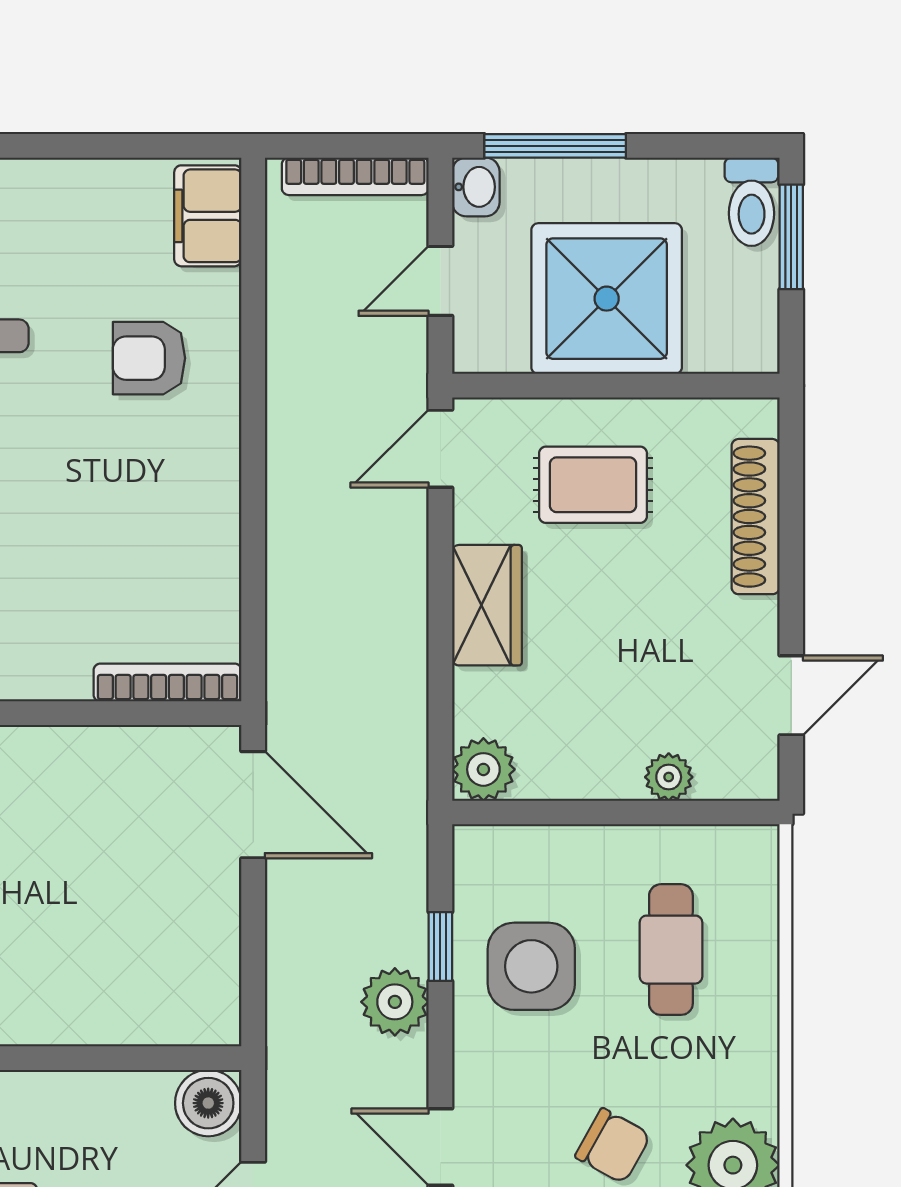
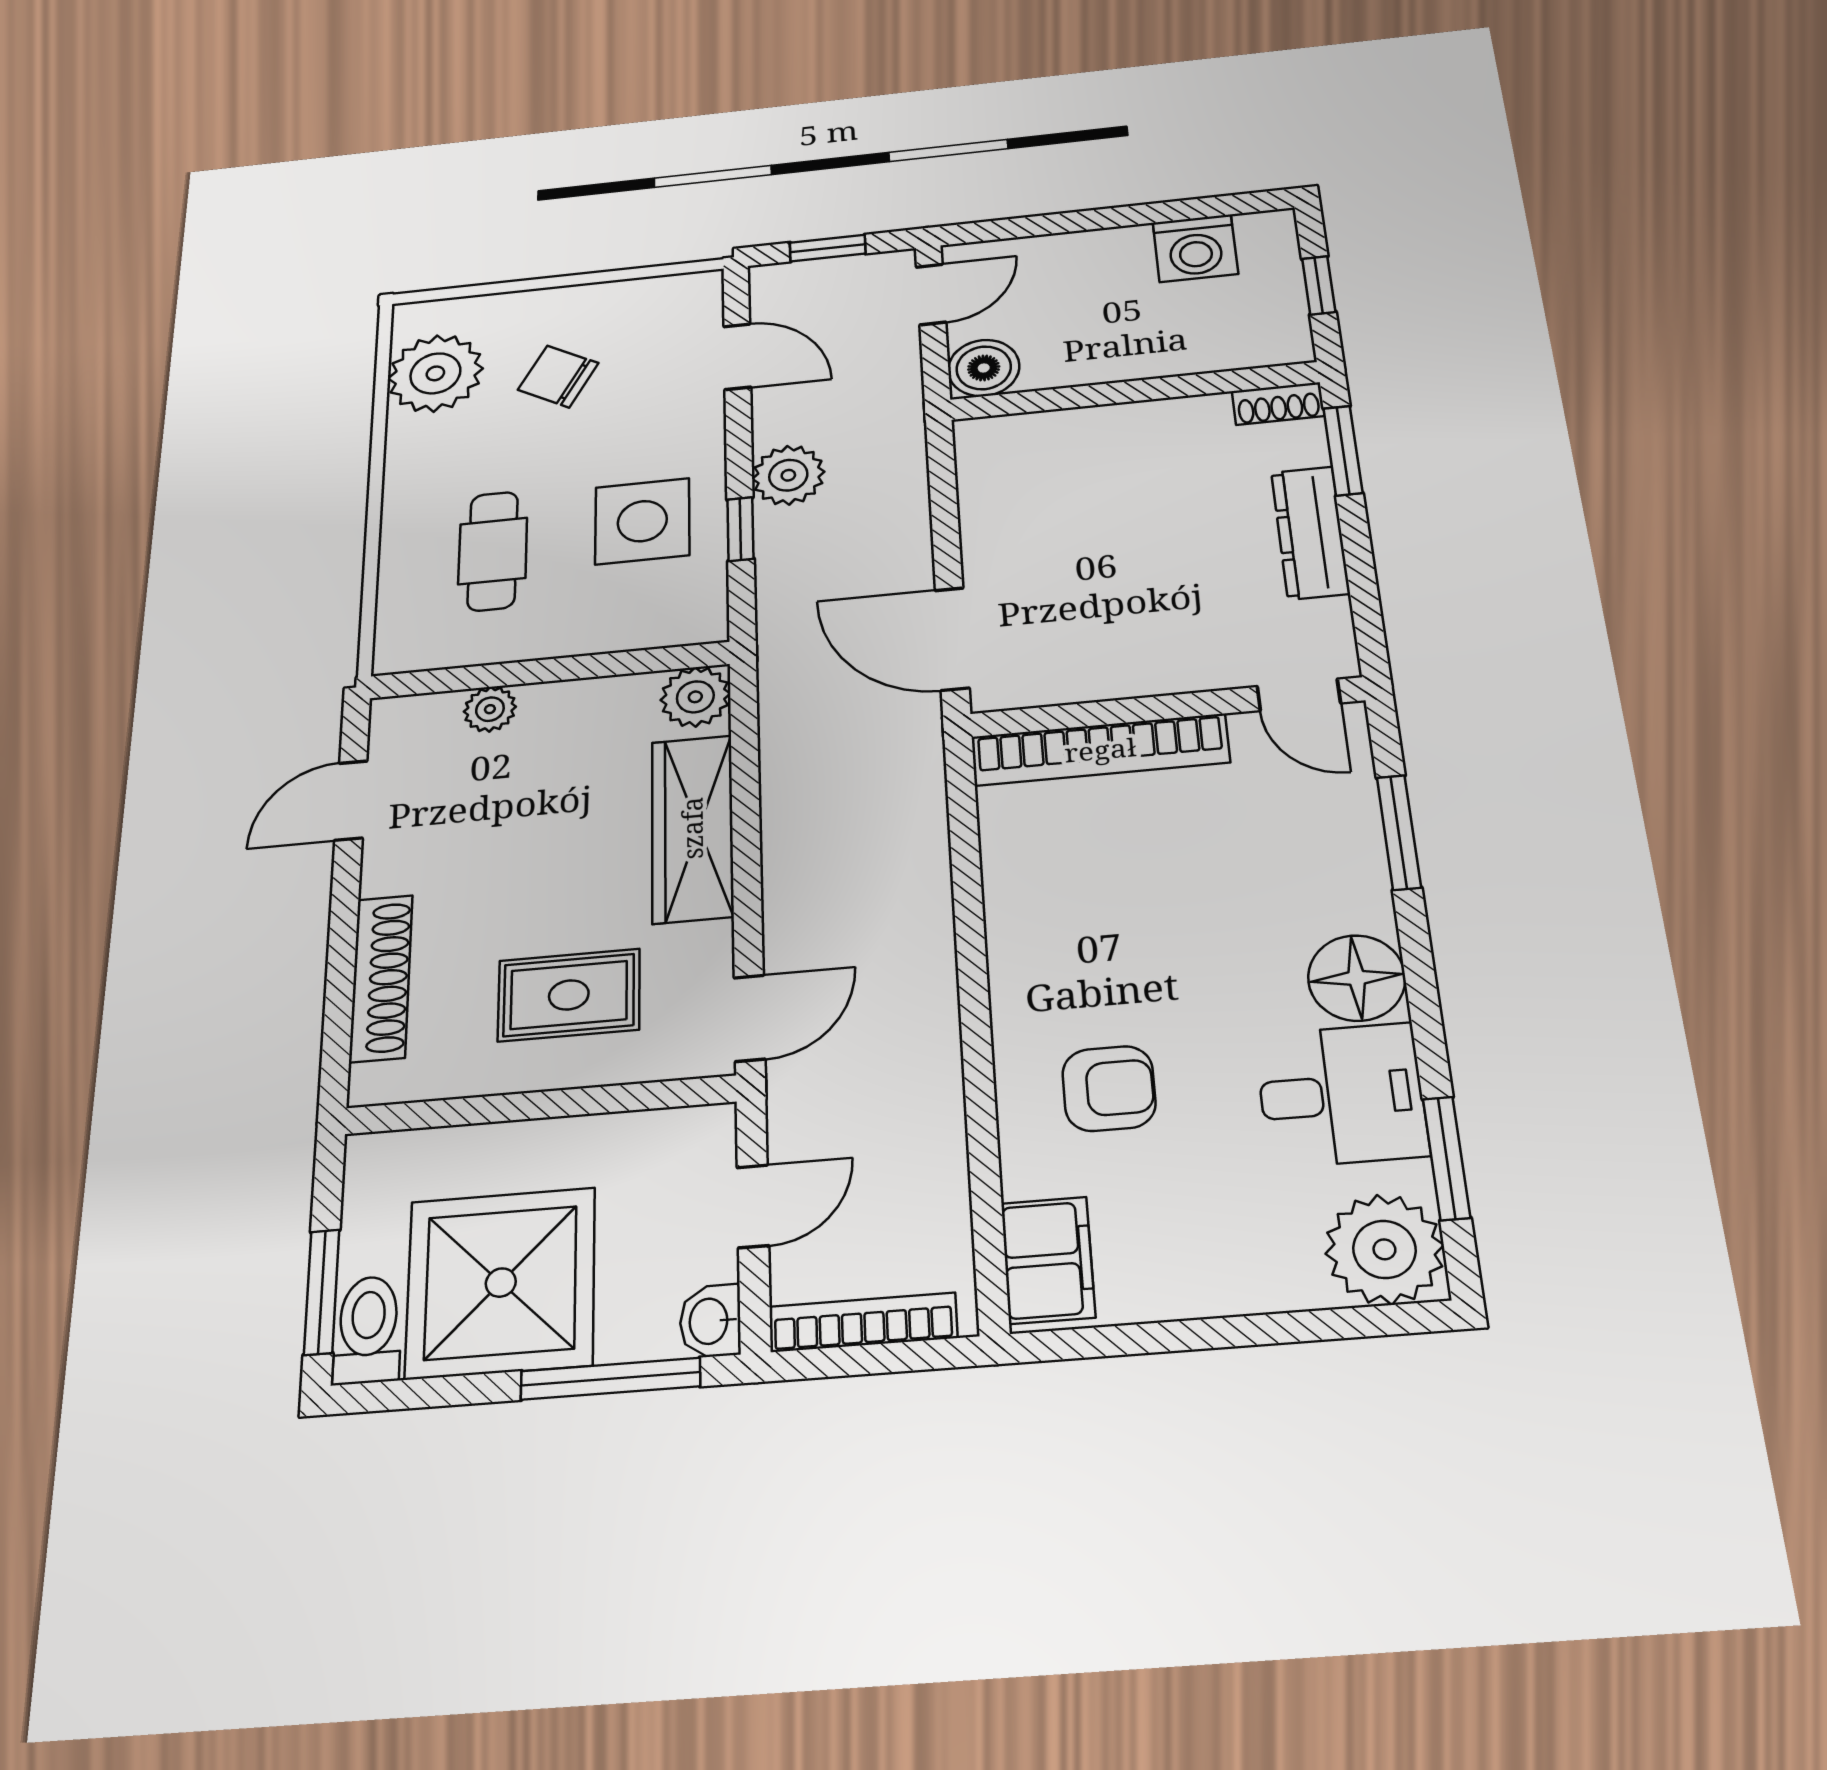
shower: (607, 299) -> (501, 1283), moved
wardrobe: (487, 605) -> (692, 828), width x1.50
bookcase: (168, 682) -> (1100, 750), width x1.48, depth x1.31

